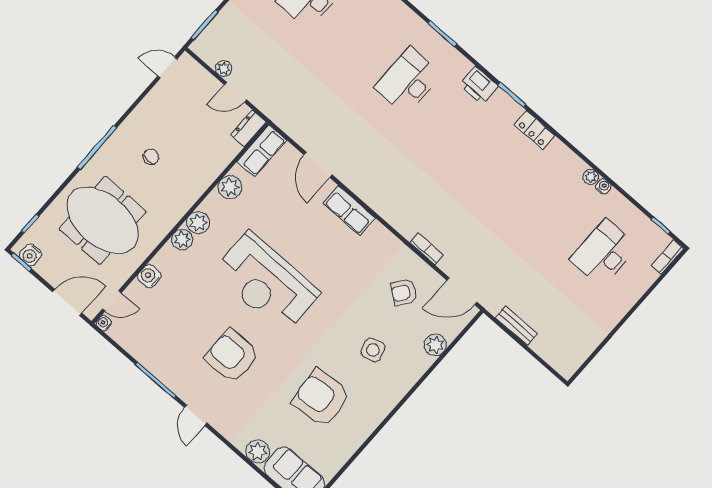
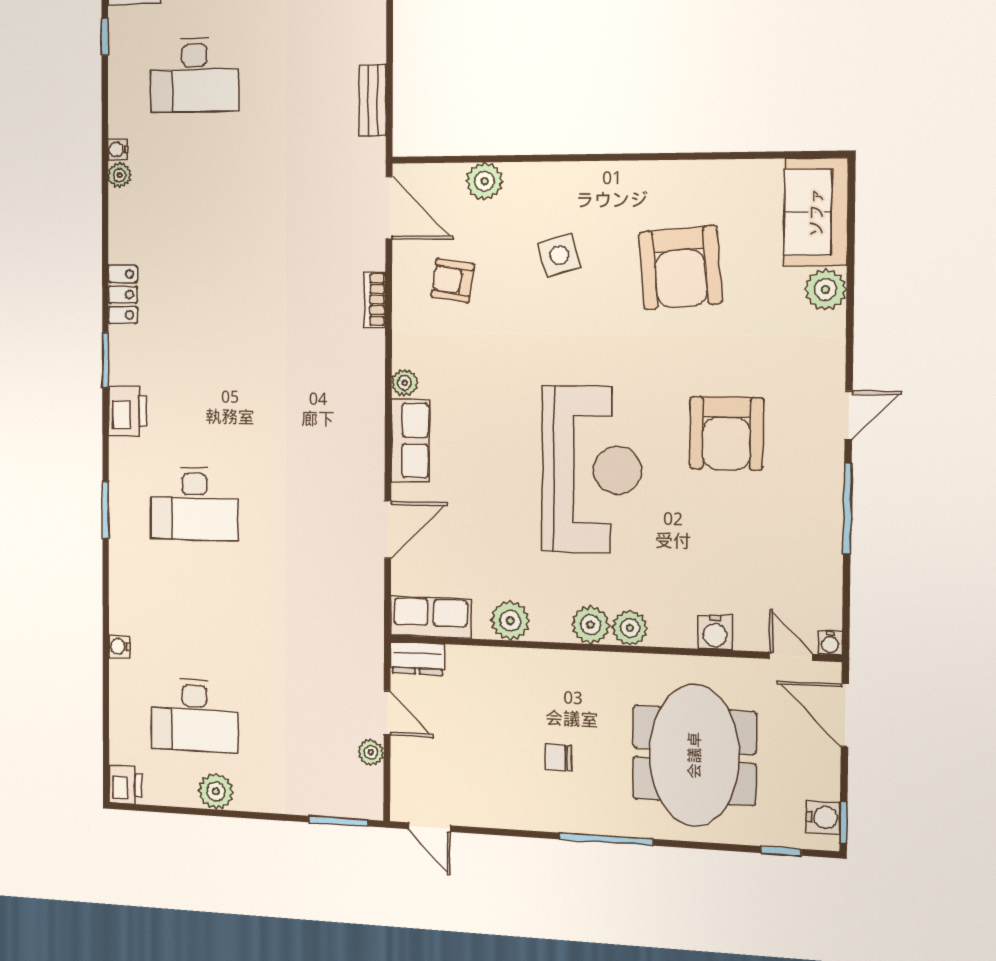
plant: (378, 230) -> (405, 383), added
armchair: (404, 292) -> (453, 280), turned 153

